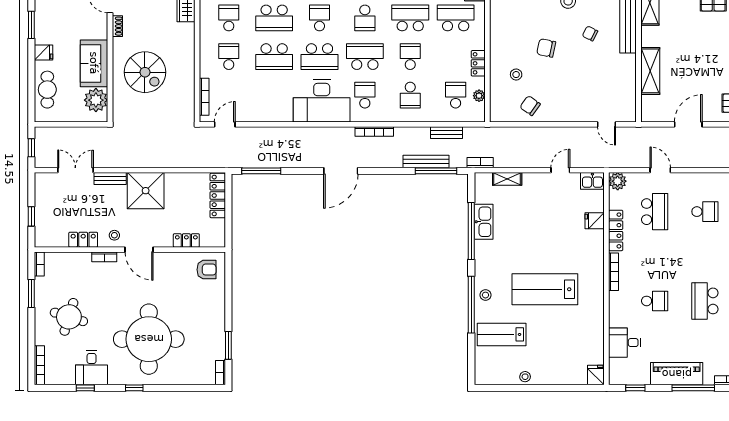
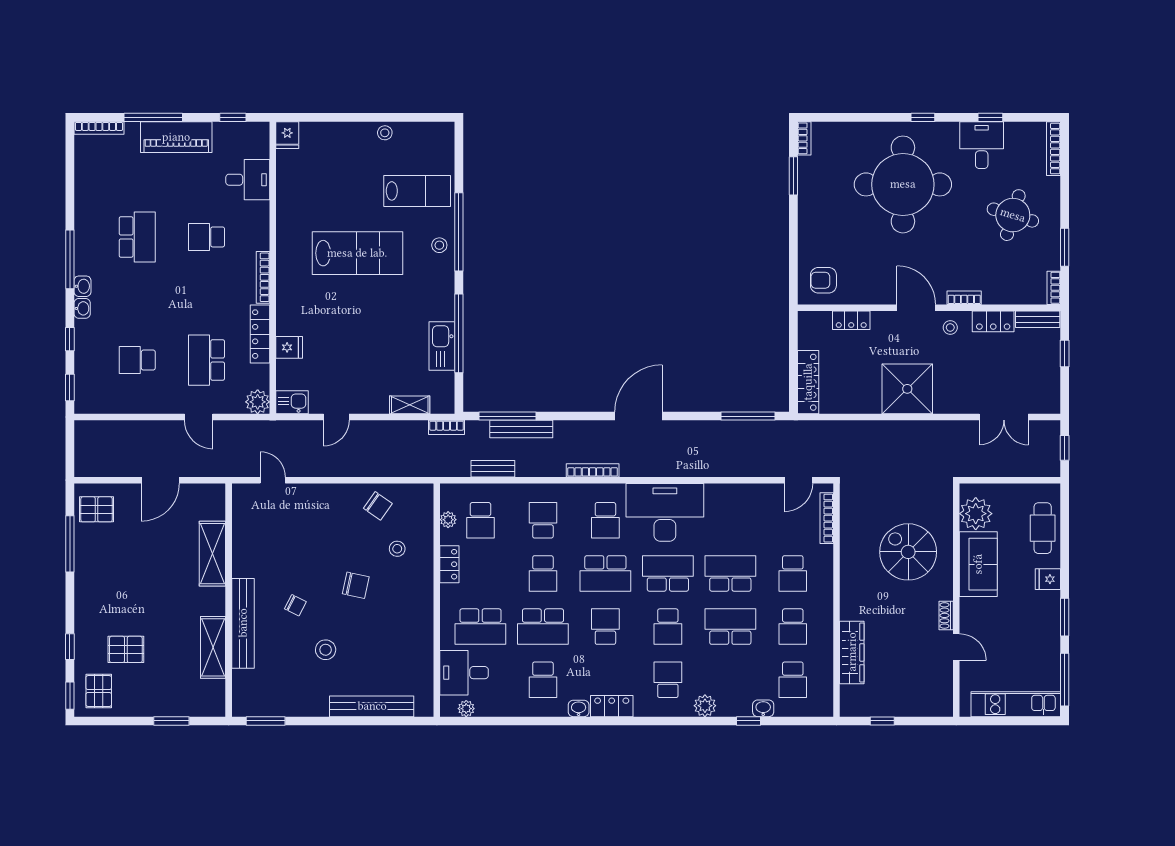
bench: (110, 179) -> (1038, 319), moved

